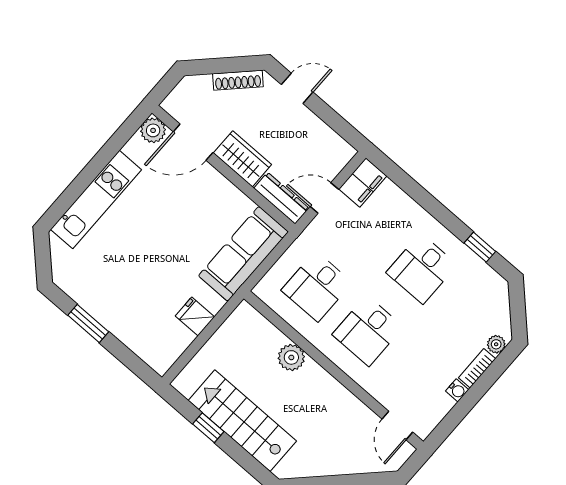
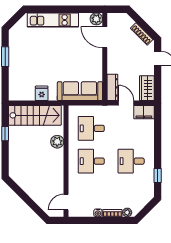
wardrobe: (242, 159) -> (147, 88), moved, turned 180
stairs: (242, 421) -> (35, 115), moved, turned 90

